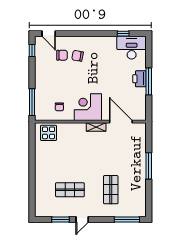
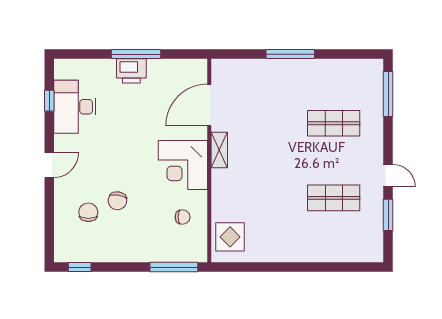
door: (49, 34) -> (49, 165), moved
desk: (132, 48) -> (75, 107), moved
chair: (78, 56) -> (117, 201), moved
shop shelf: (70, 190) -> (334, 198), turned 90

